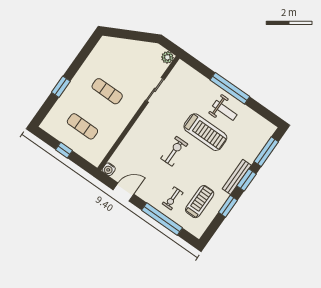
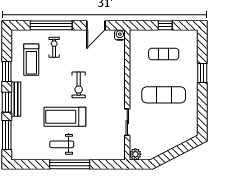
exercise mat: (107, 91) -> (164, 95), width x1.36, depth x1.45

